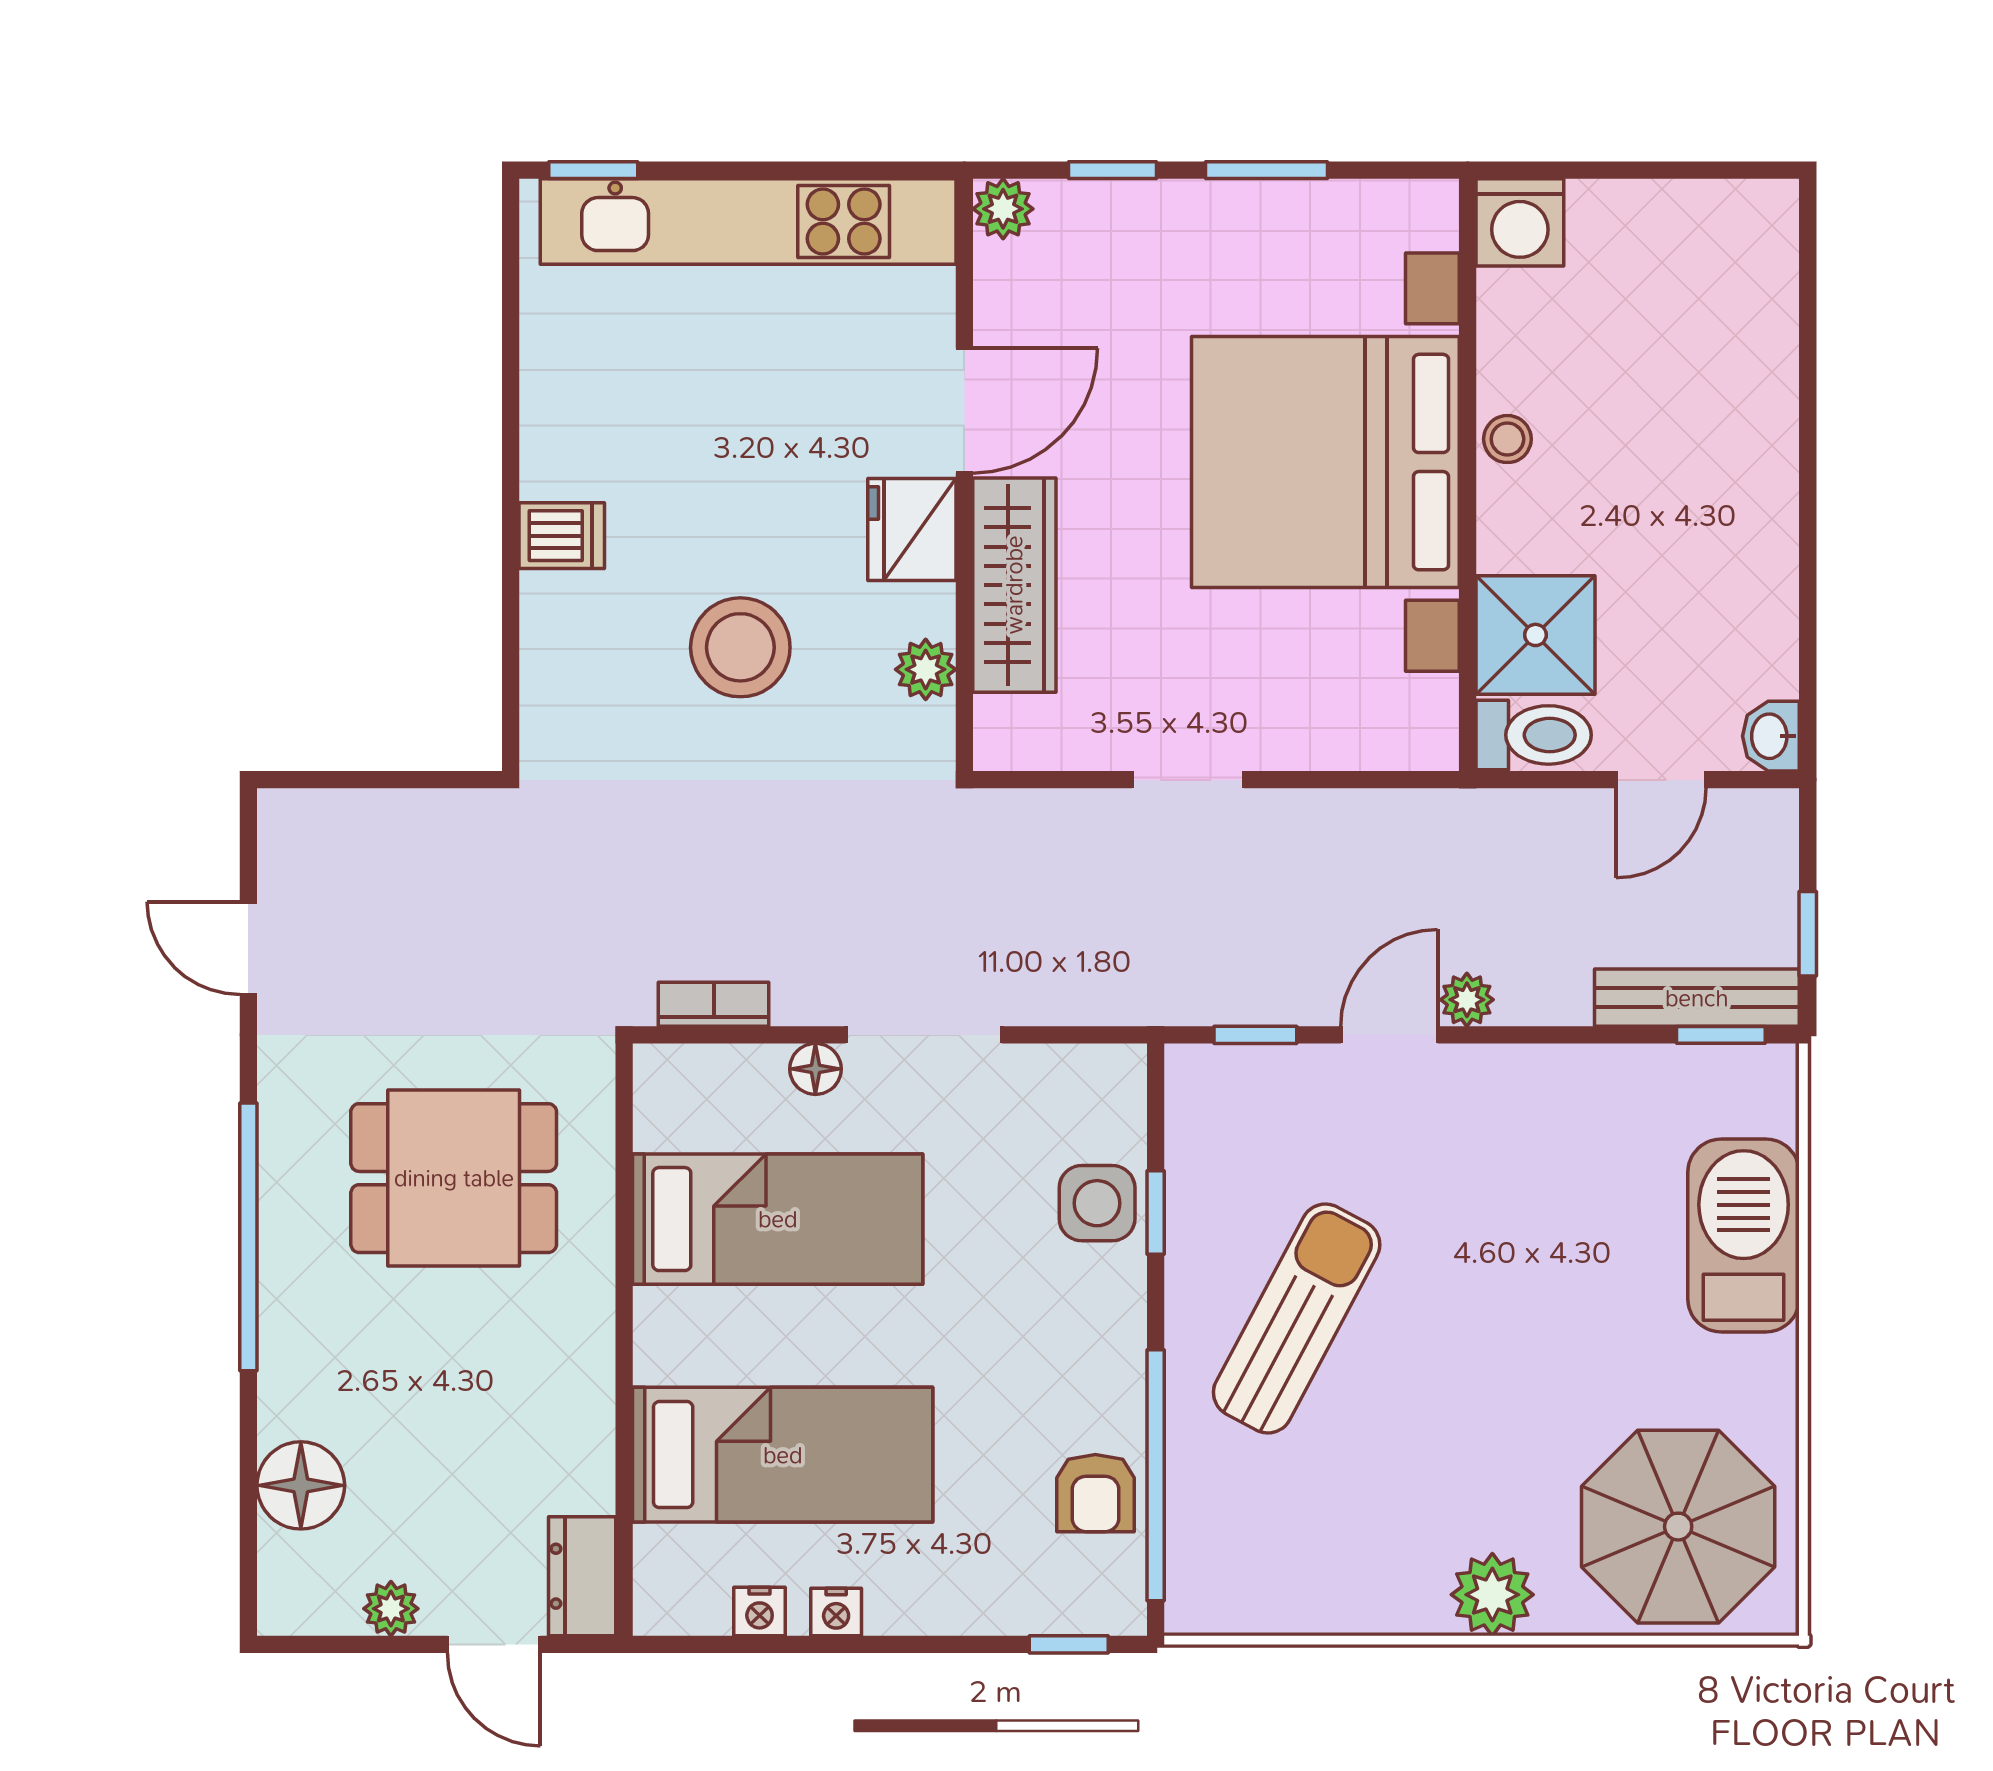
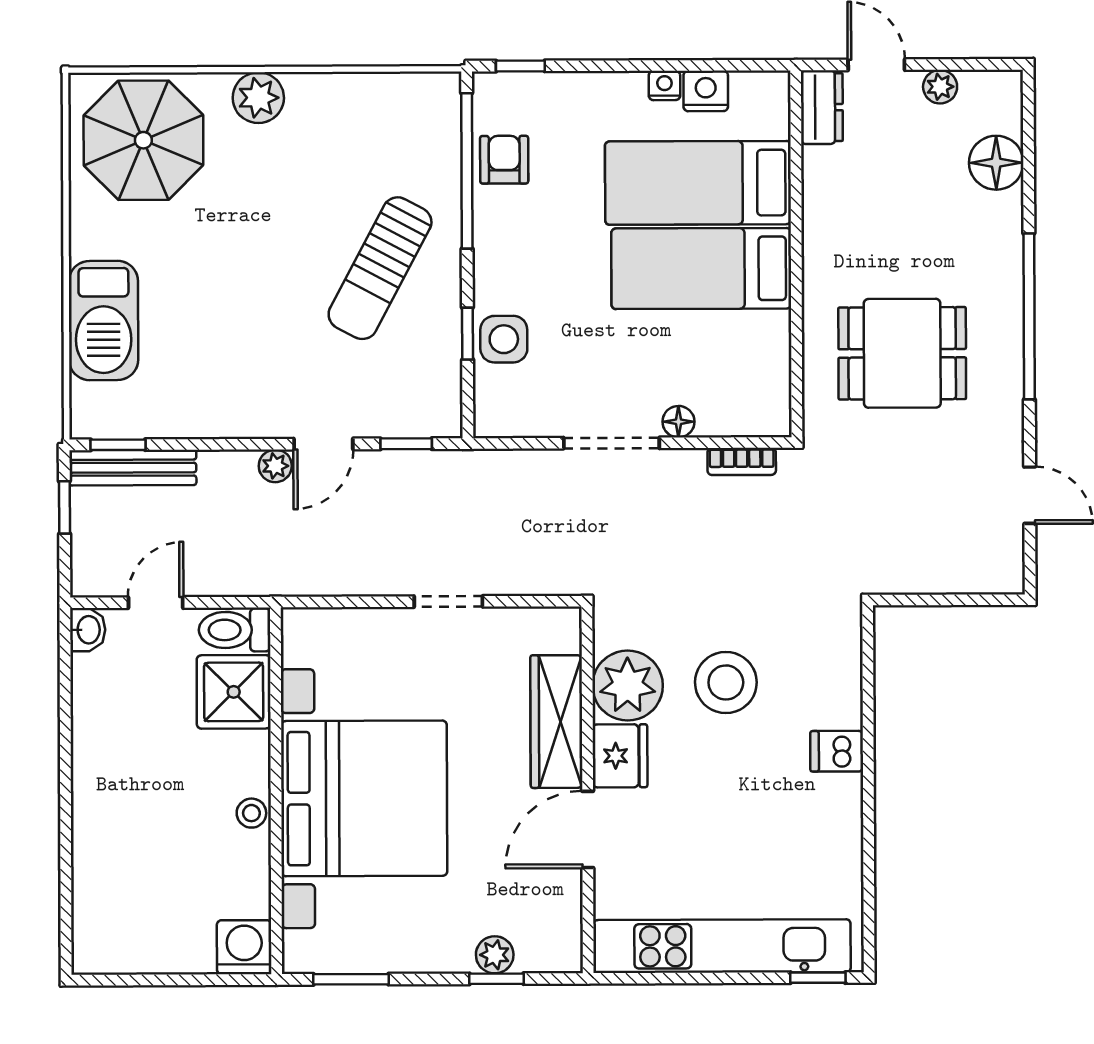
window: (1267, 170) -> (351, 979), moved
plant: (1003, 209) -> (495, 955), moved
plant: (926, 669) -> (628, 686), width x1.88, depth x1.88
bed: (778, 1219) -> (701, 269), moved
nightstand: (760, 1612) -> (706, 91), width x1.39, depth x1.35

